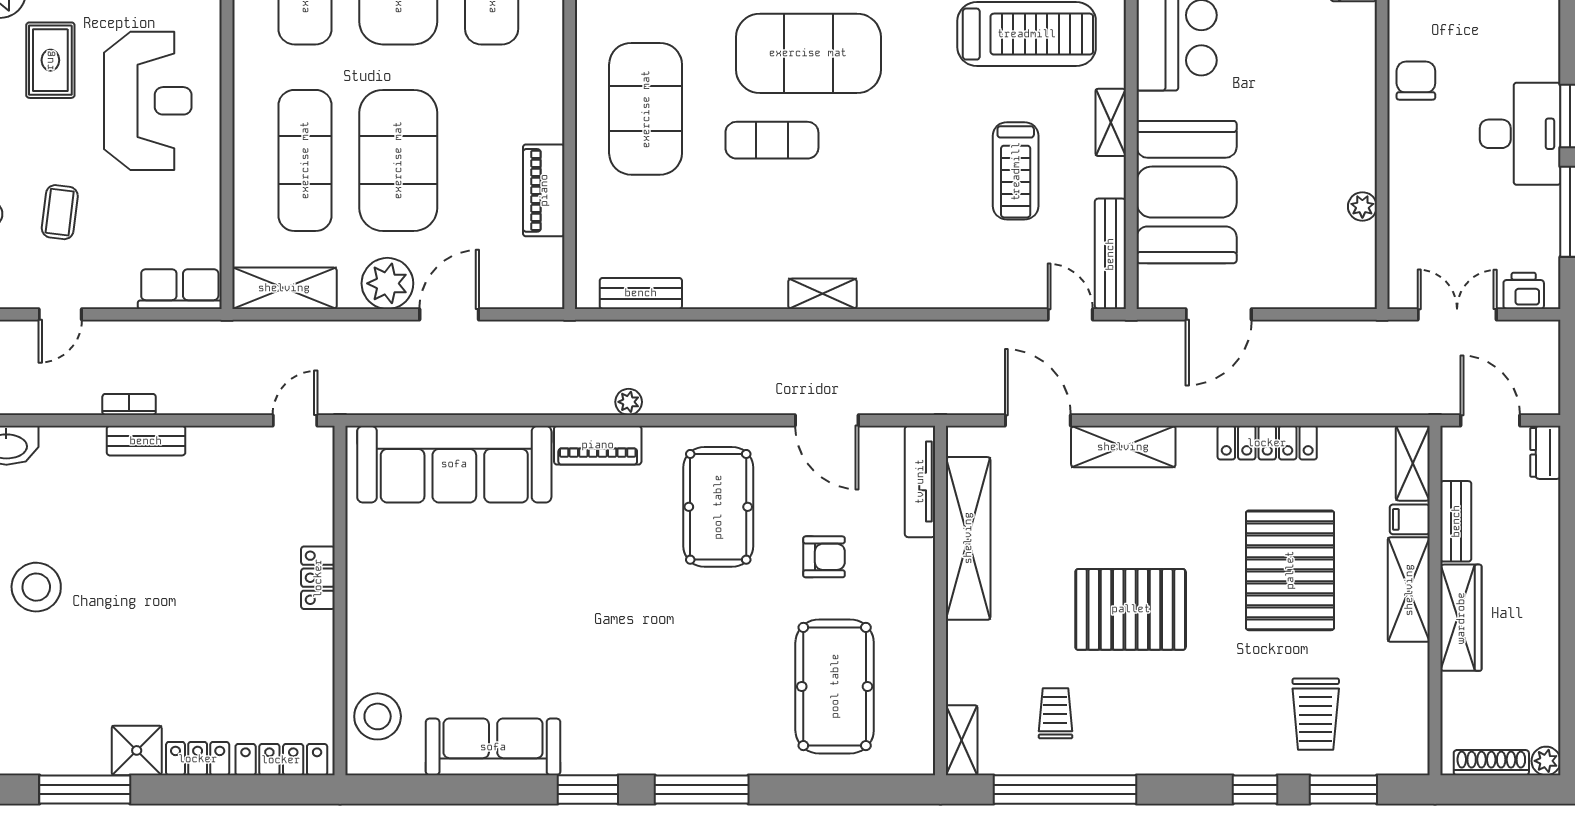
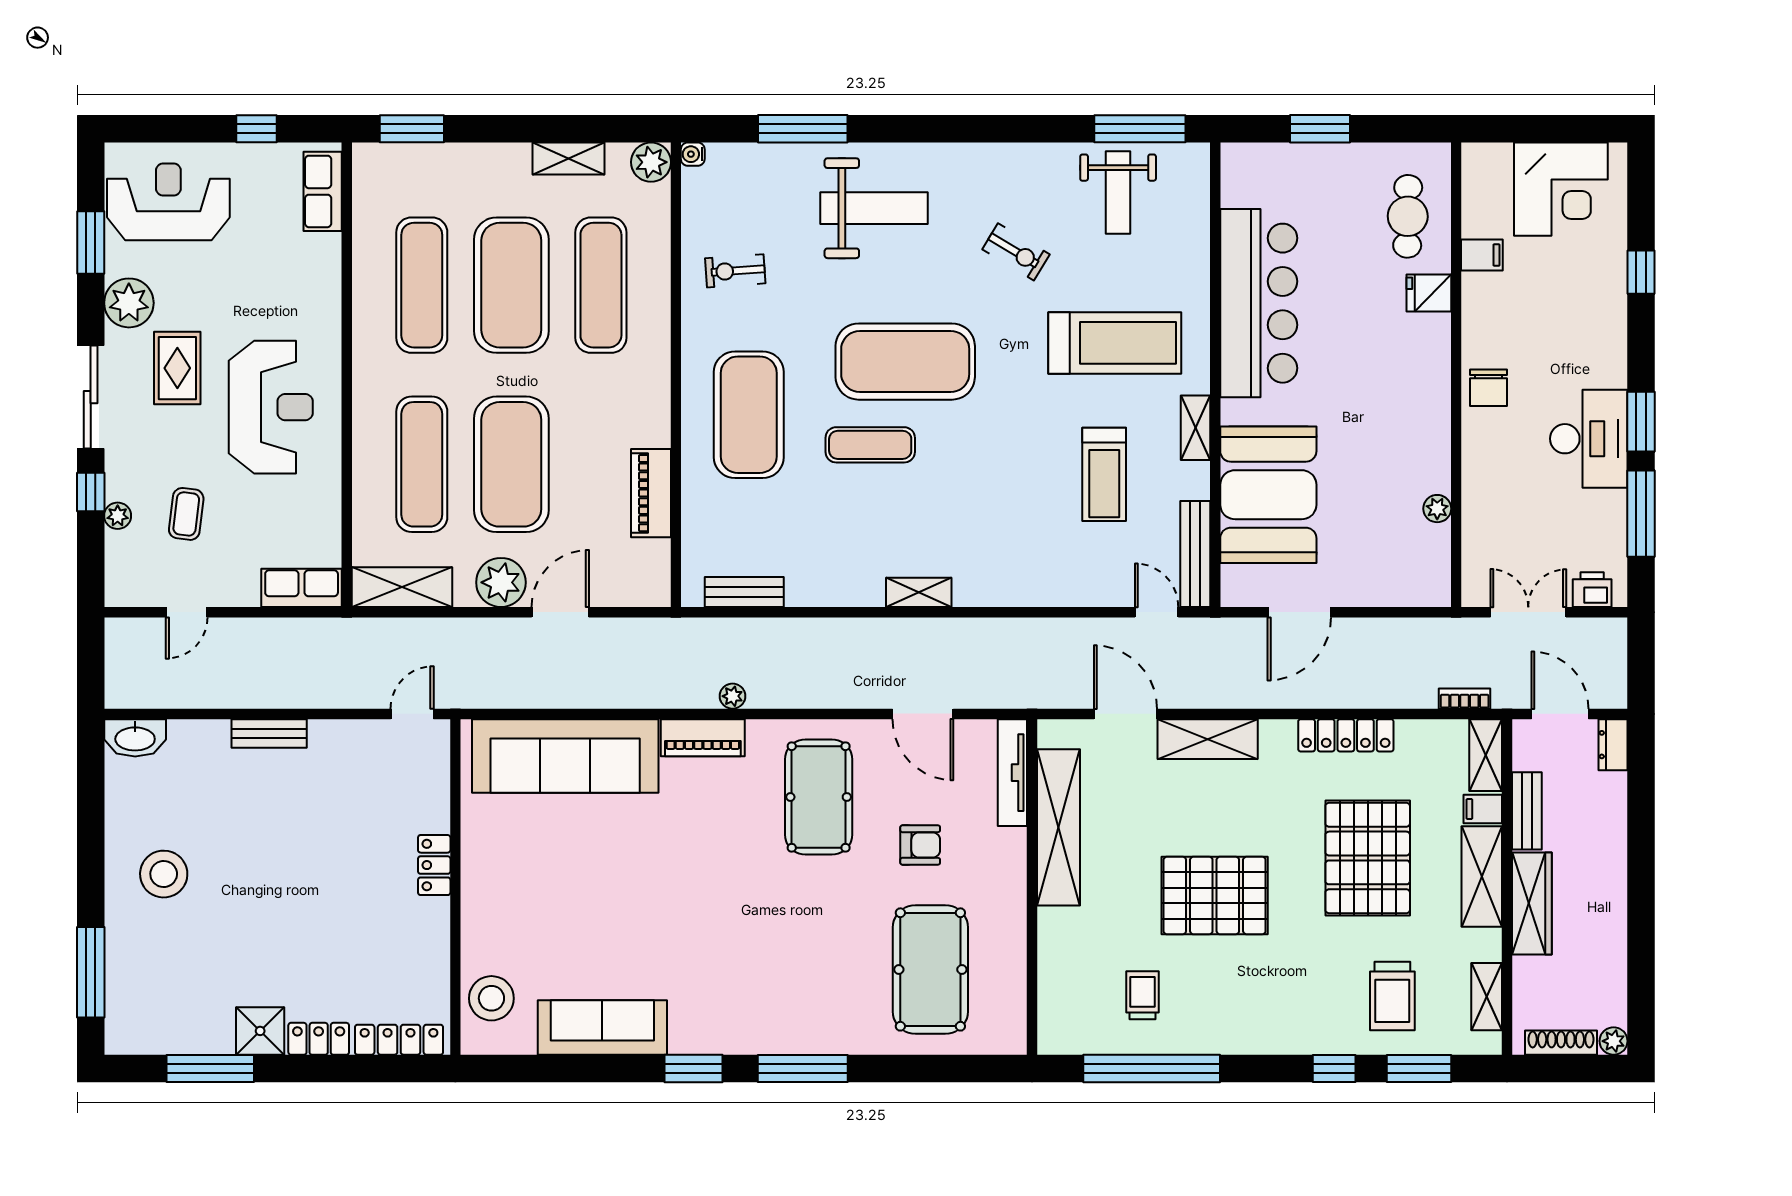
chair: (1416, 81) -> (1489, 388), turned 180
bookcase: (129, 404) -> (1465, 699), moved
shelving: (962, 740) -> (1487, 997), moved

